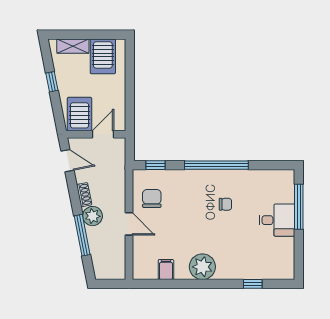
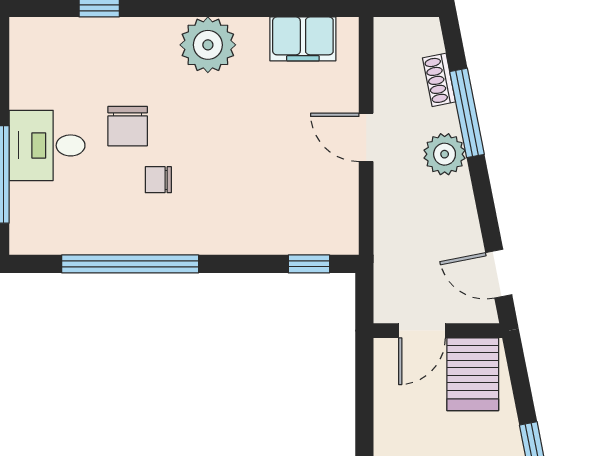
window: (216, 165) -> (130, 264), moved
shoe rack: (84, 195) -> (439, 80), moved
chair: (152, 198) -> (128, 126), moved
filing cabinet: (166, 269) -> (303, 39), width x2.00

